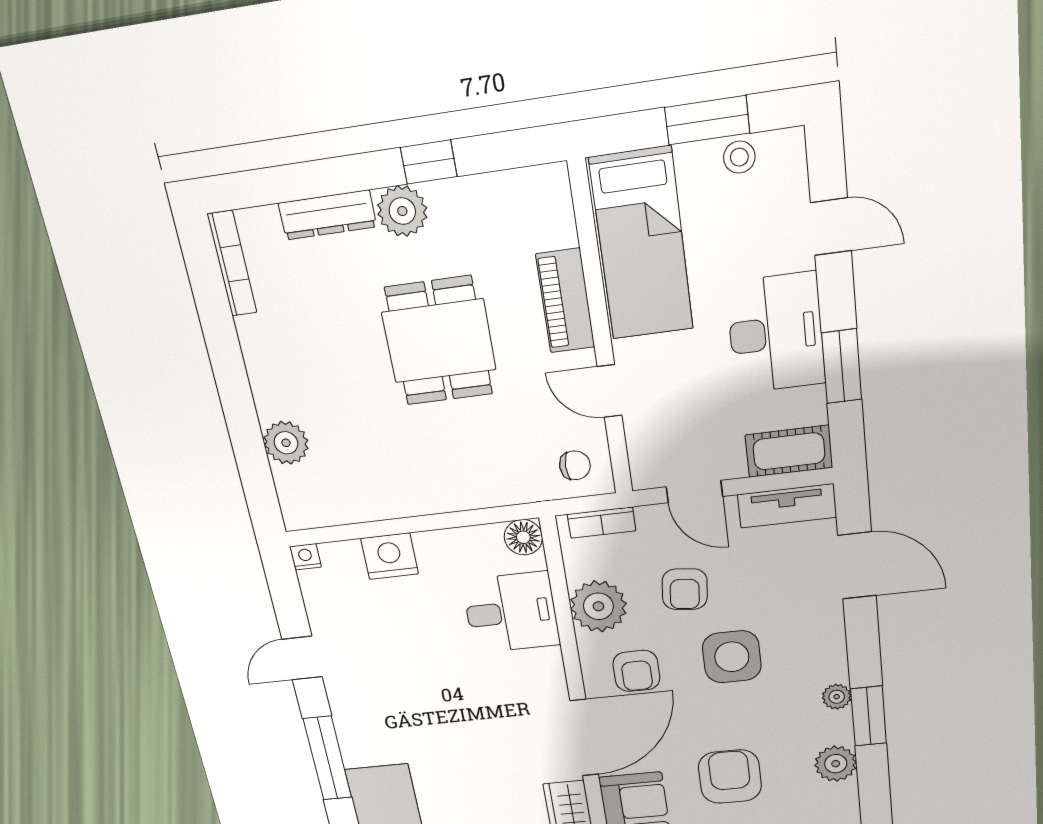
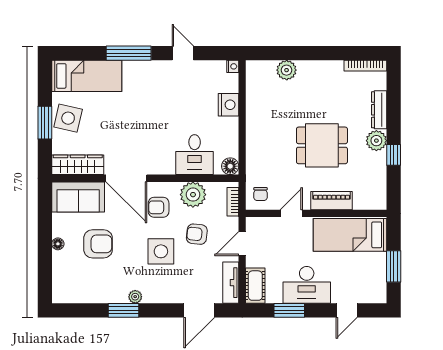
stool: (739, 157) -> (378, 277), removed
plant: (836, 764) -> (100, 294), removed

